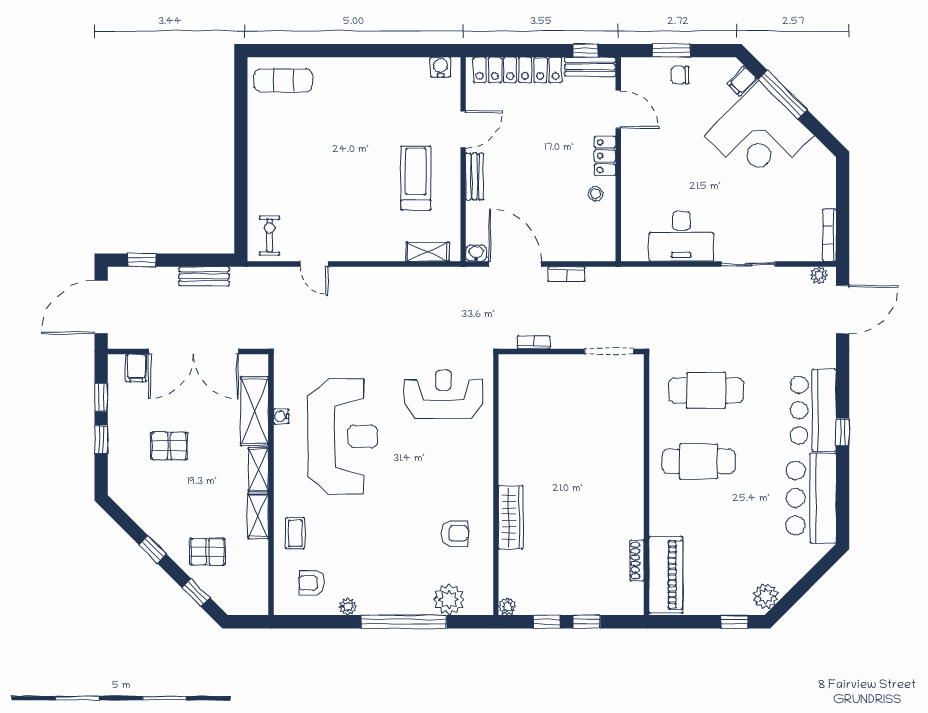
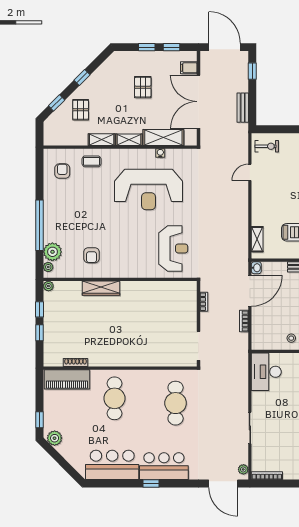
desk: (681, 236) -> (266, 372), moved
cafe table: (699, 461) -> (114, 398), moved
plant: (348, 607) -> (48, 267), moved

